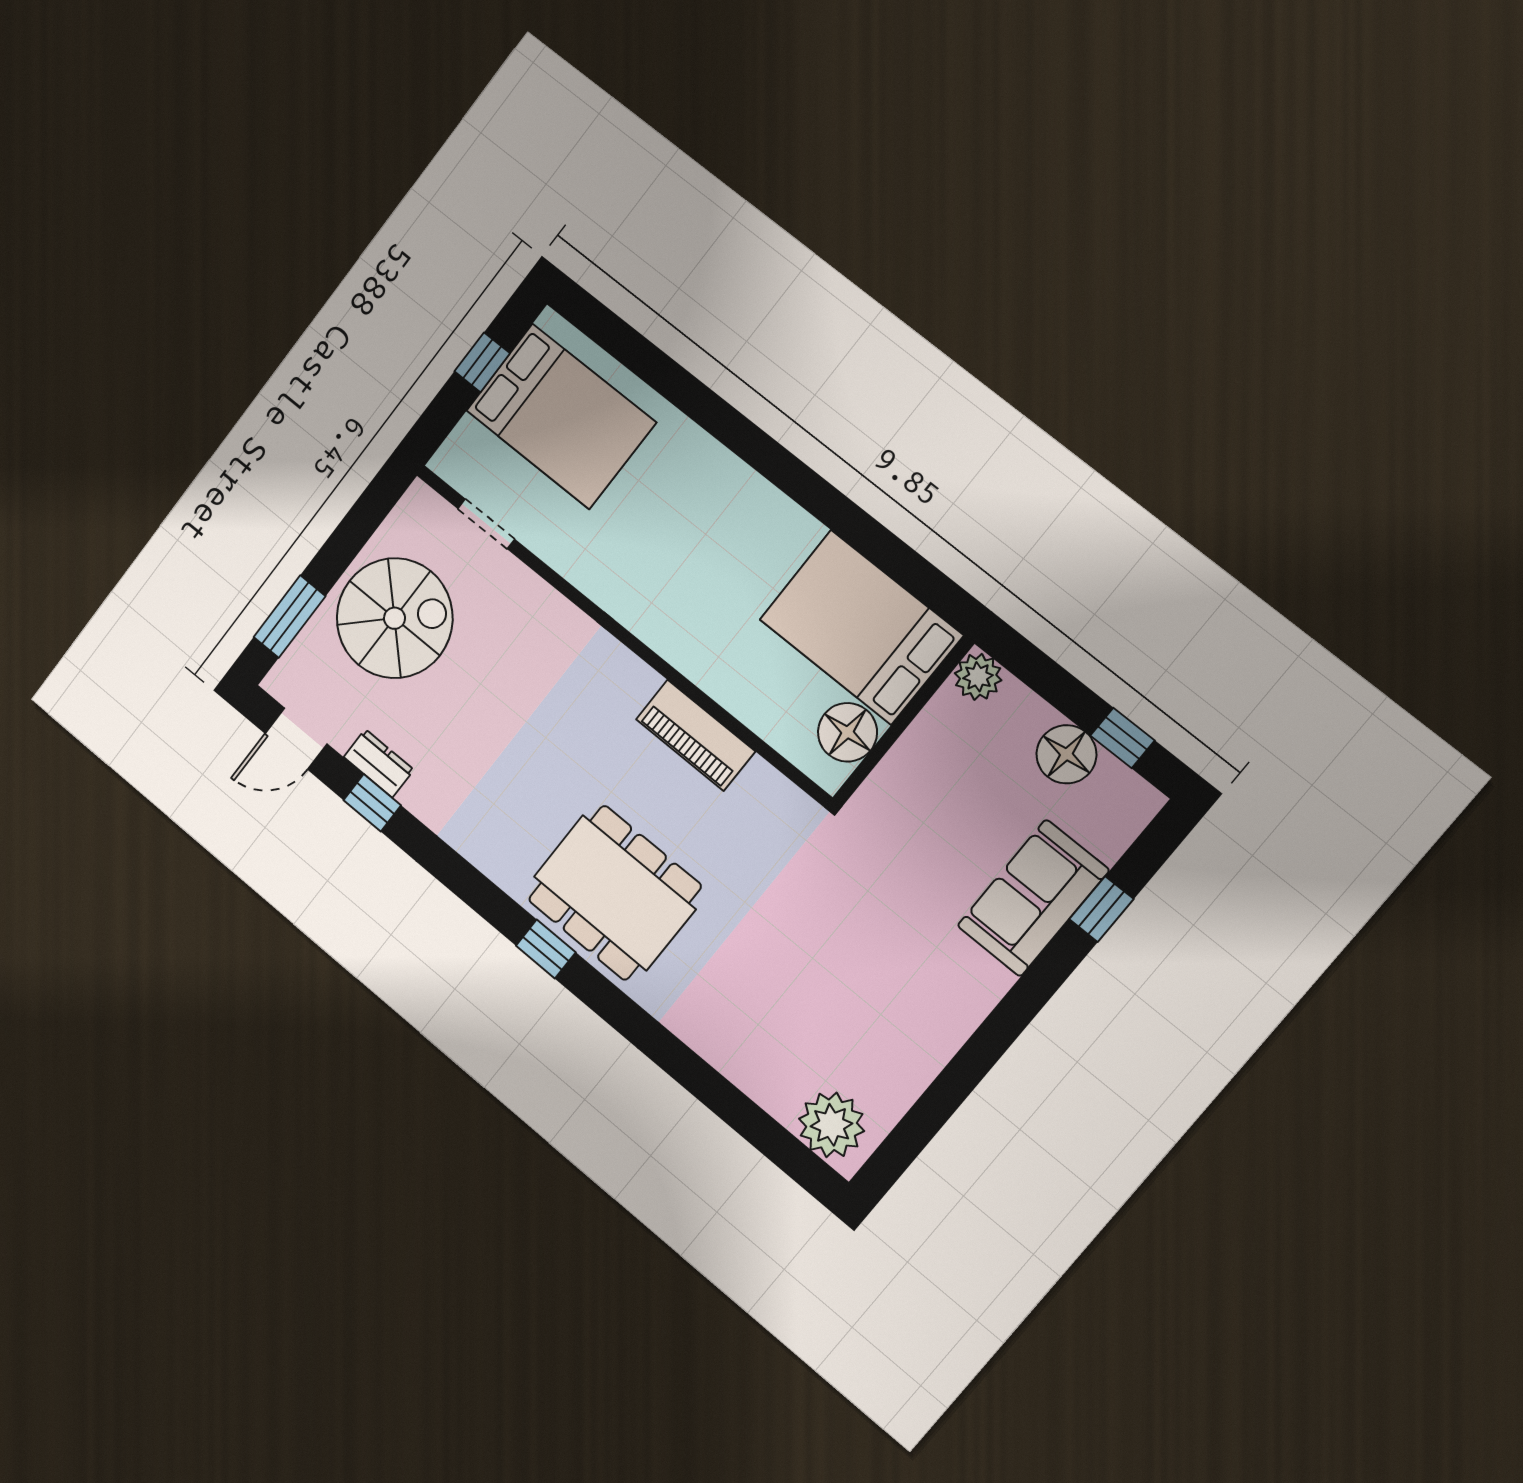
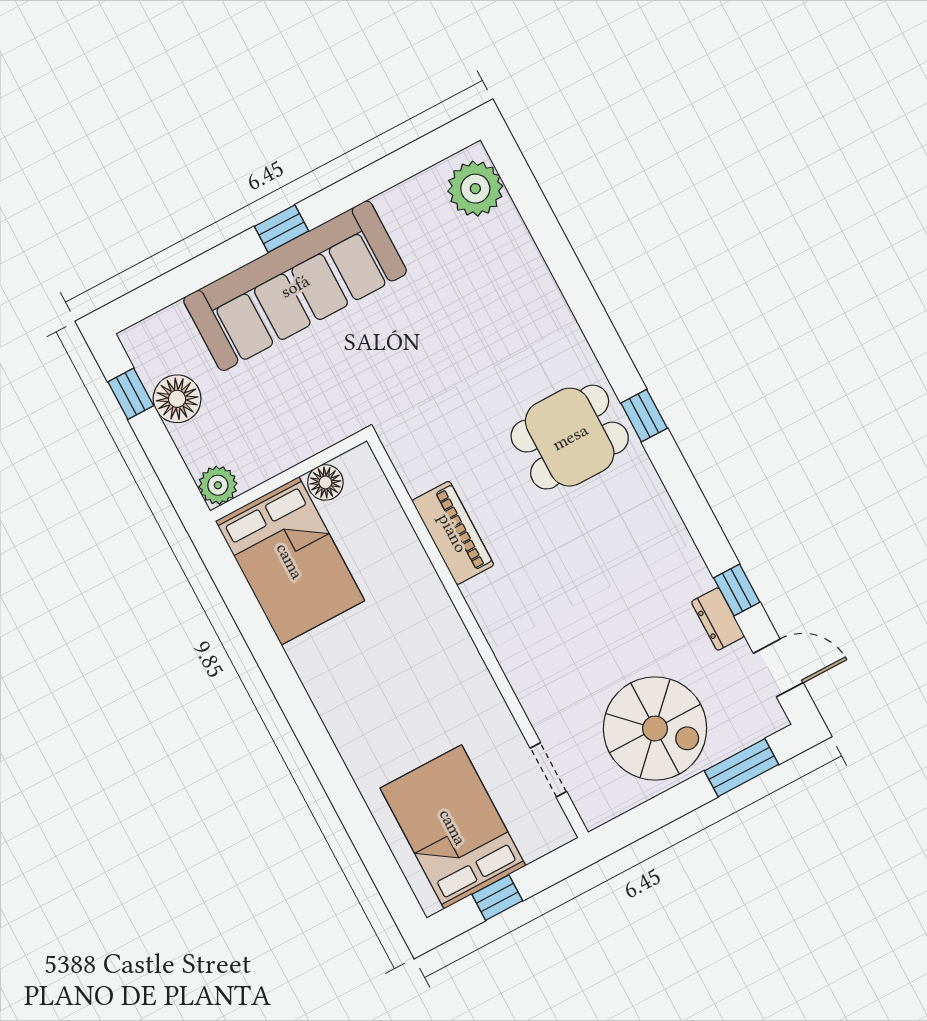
spiral stairs: (395, 618) -> (655, 728), turned 180
floor lamp: (847, 732) -> (325, 482), width x0.73, depth x0.73
dining table: (615, 893) -> (570, 437), width x0.73
sofa: (1033, 898) -> (295, 286), width x1.85, depth x1.27
window: (1101, 909) -> (281, 229), moved

